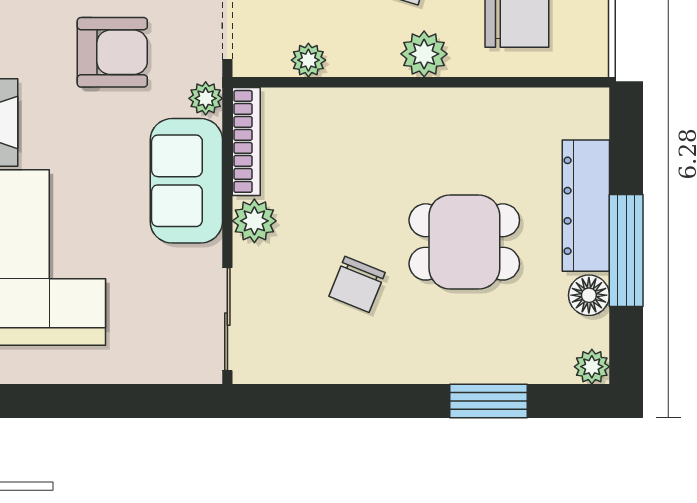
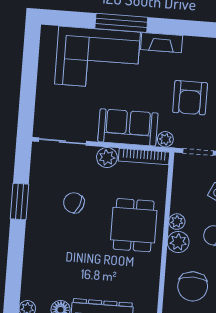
plant: (308, 60) -> (177, 222), moved
dining table: (464, 242) -> (134, 225), moved
window: (489, 401) -> (20, 202), moved

